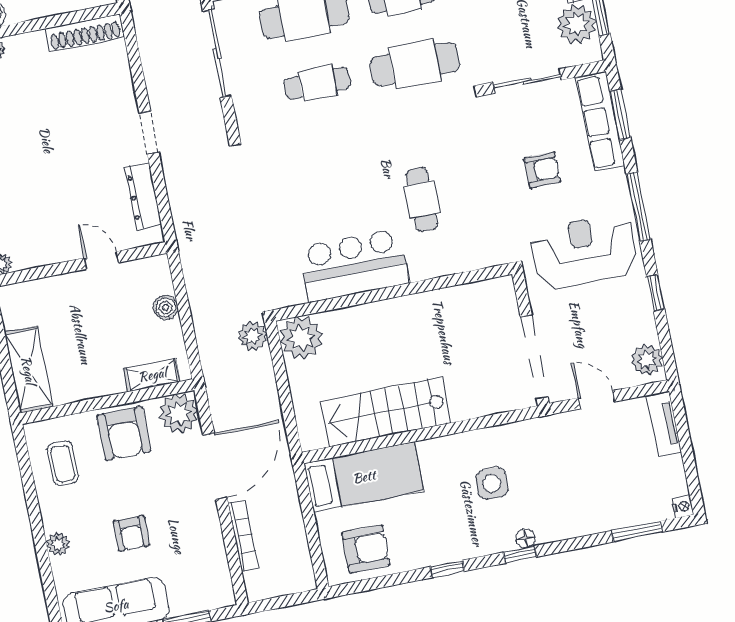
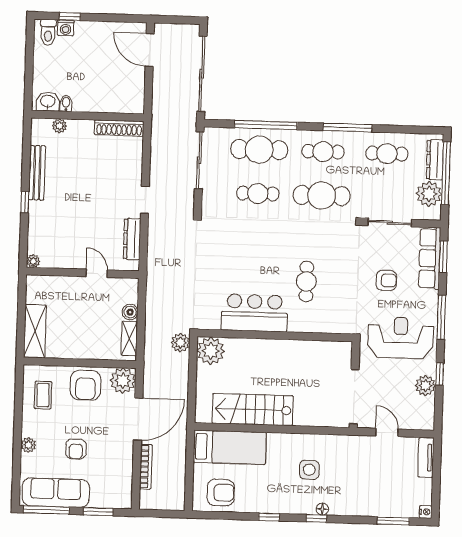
plant: (647, 360) -> (425, 386), moved
shelving: (152, 375) -> (129, 338), moved, turned 90

